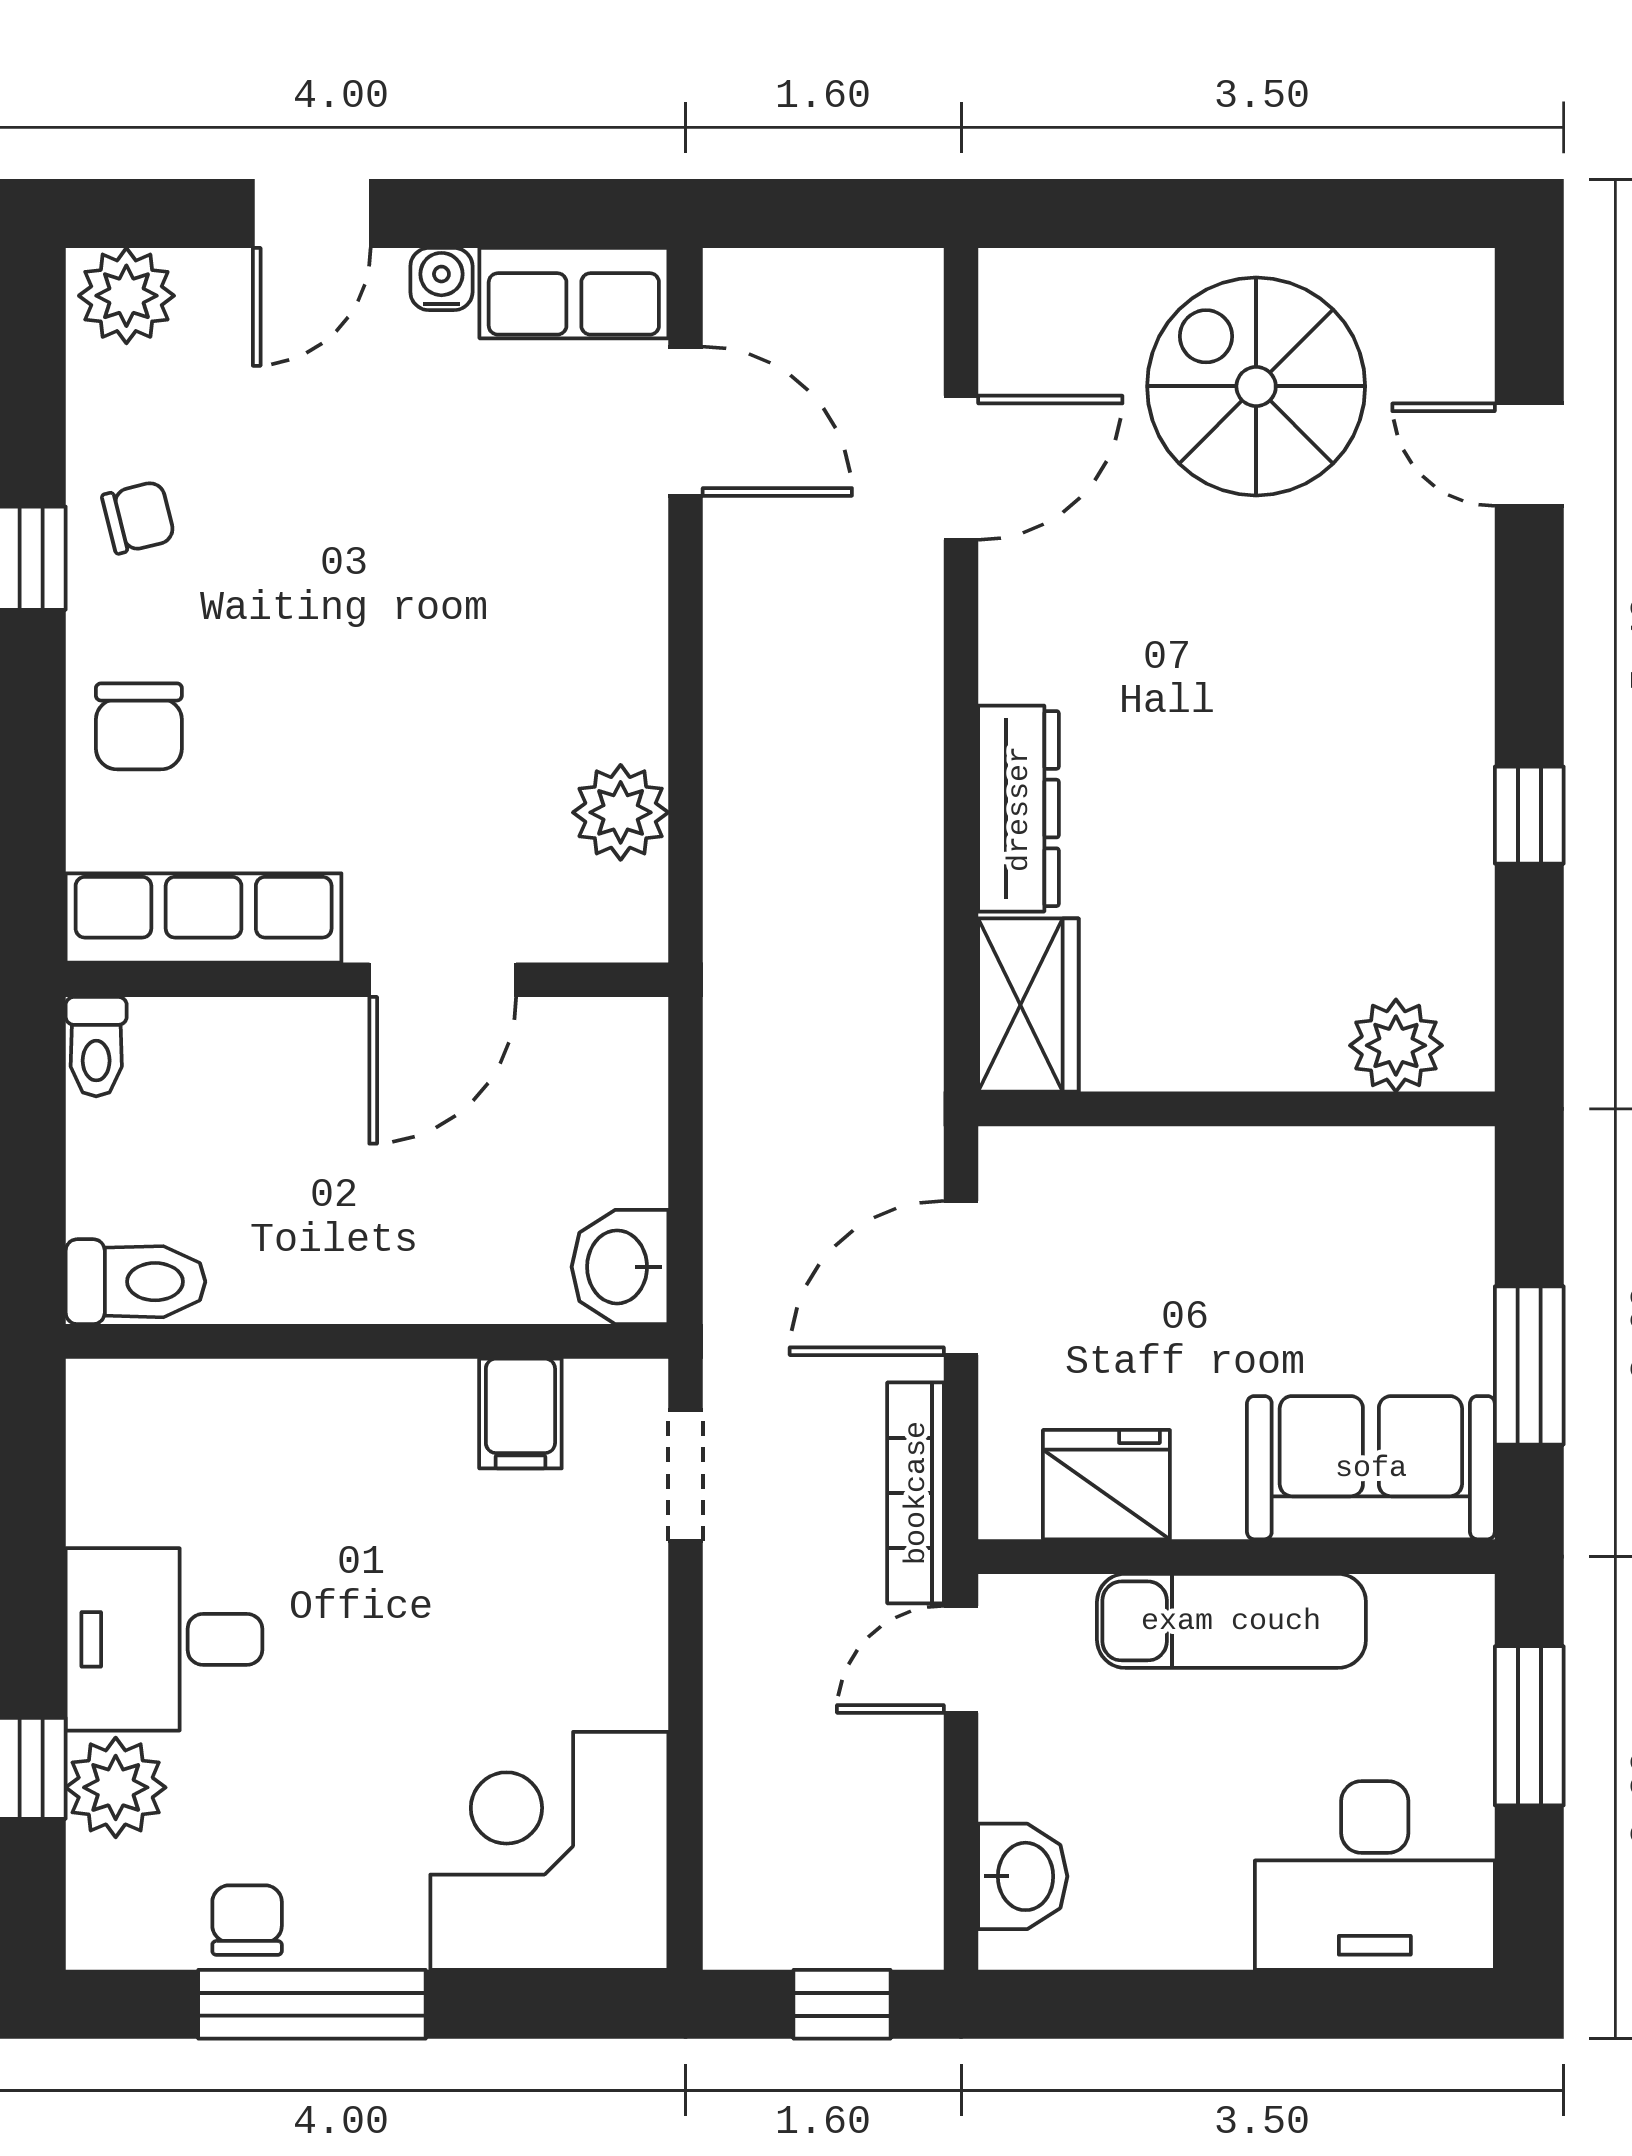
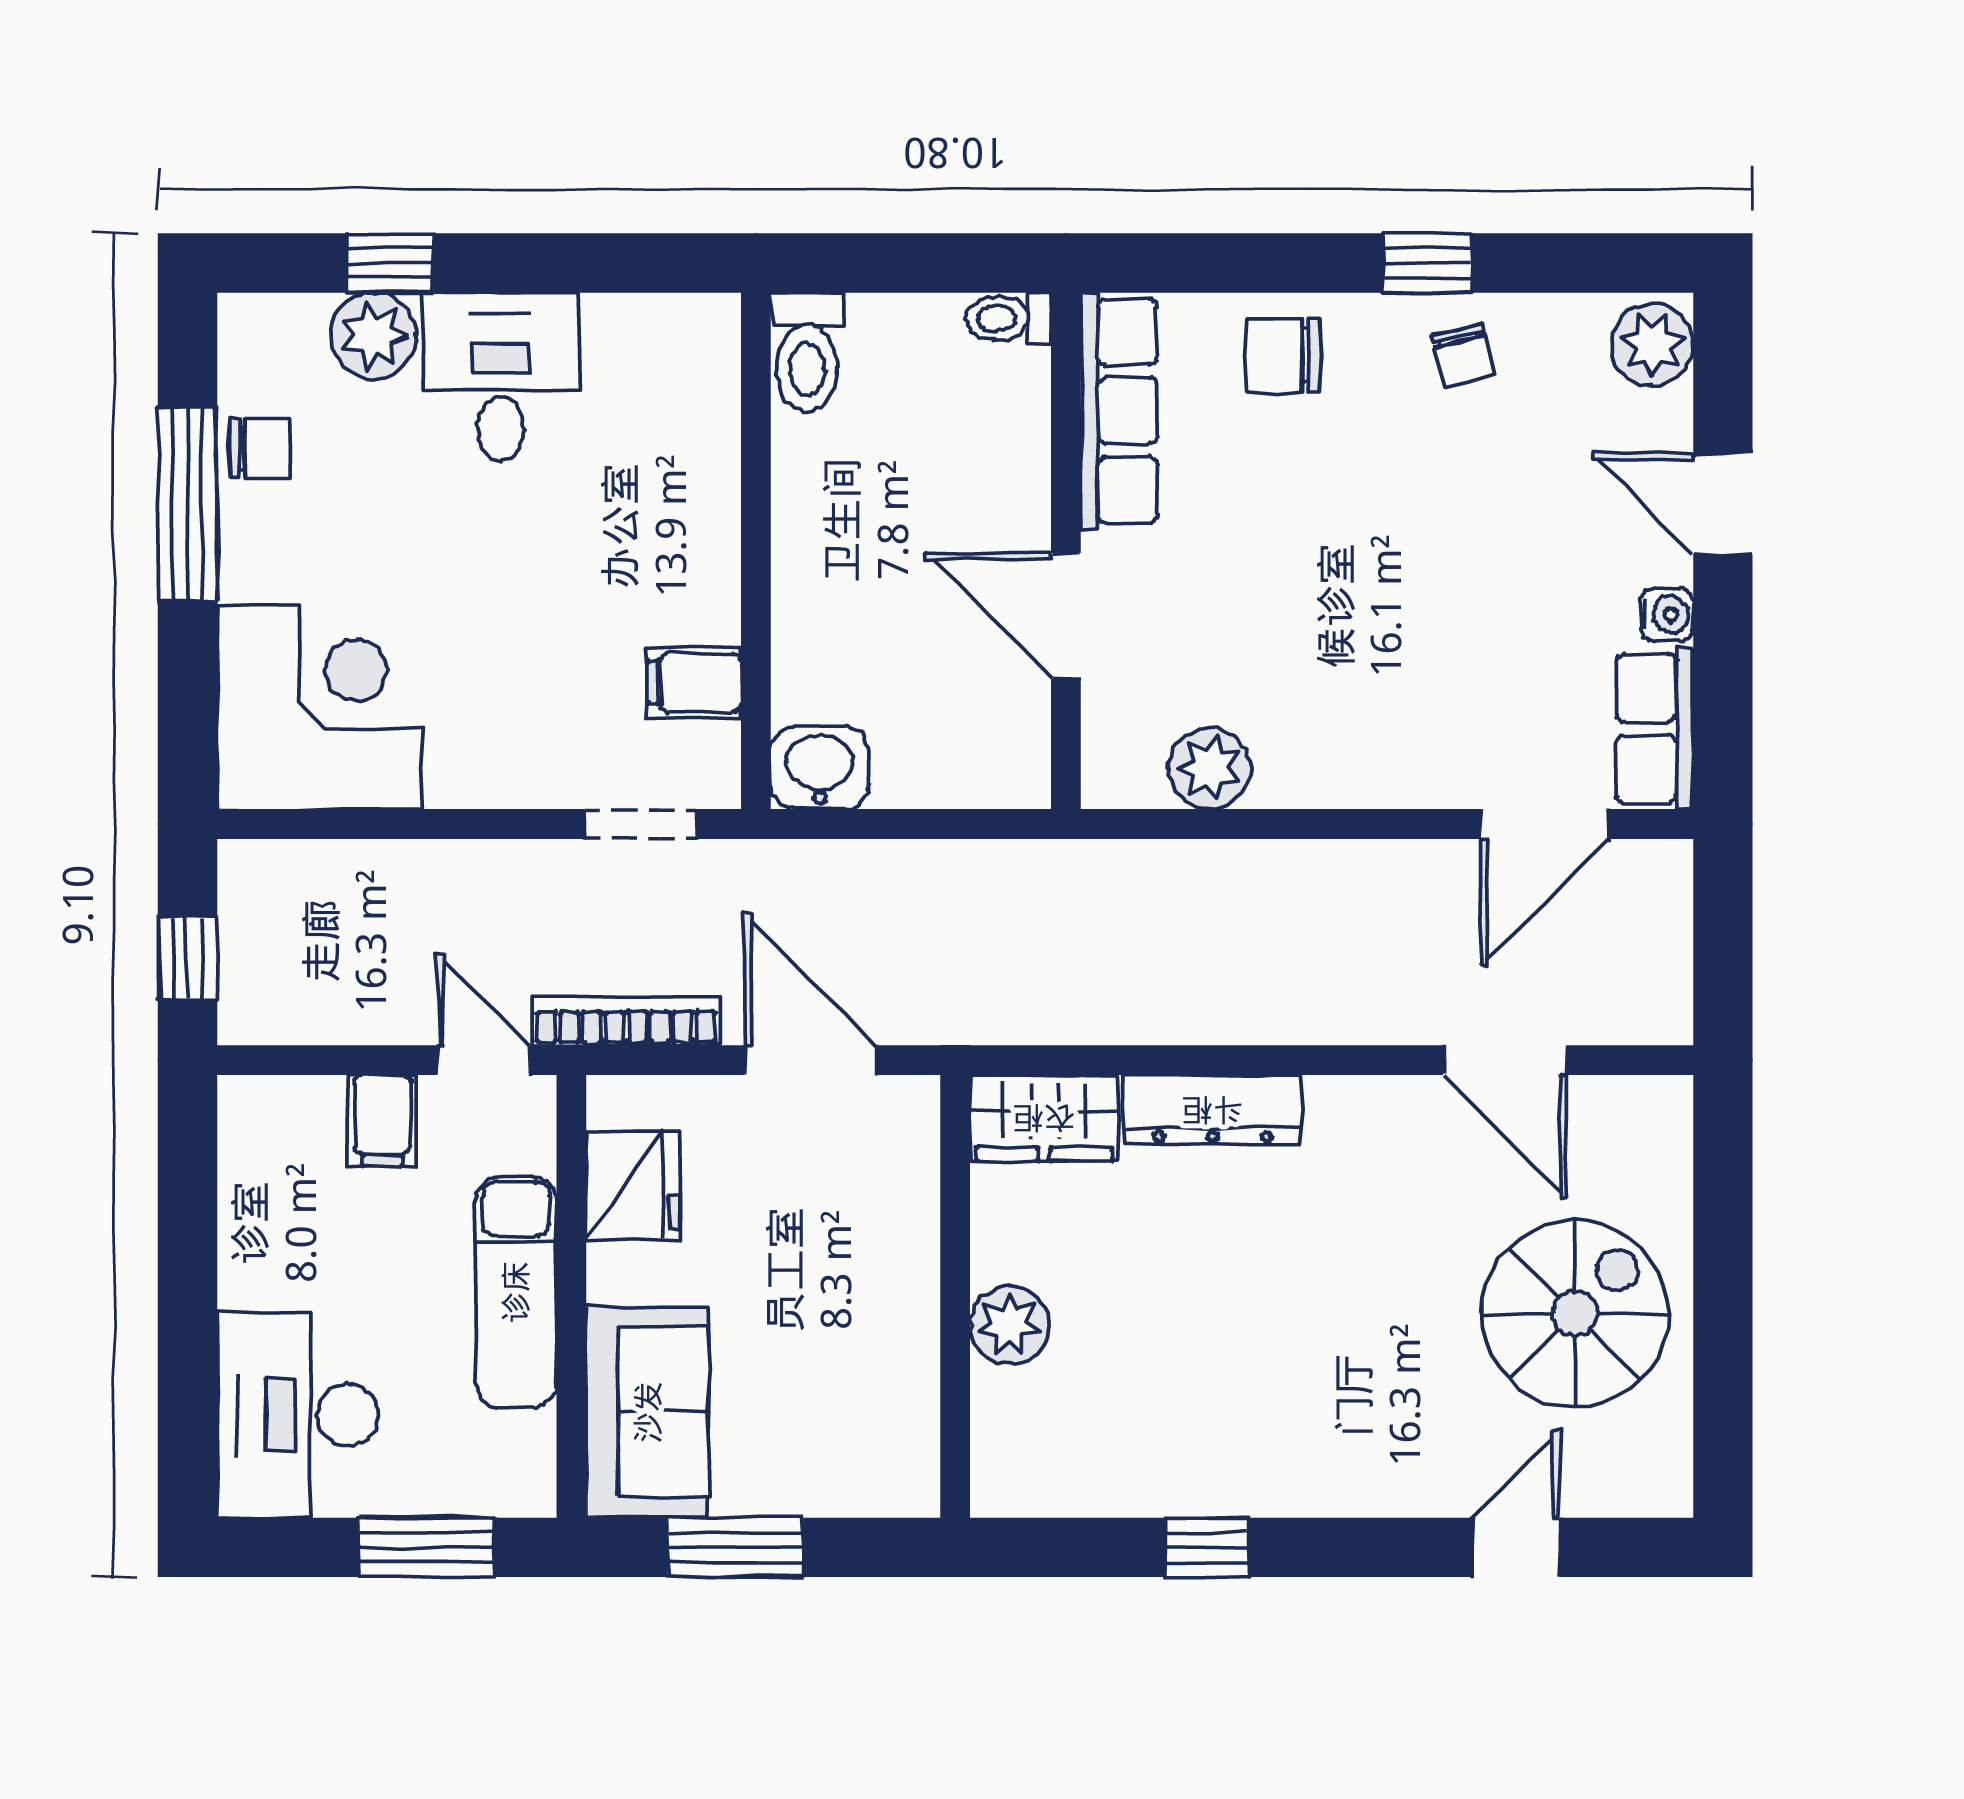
plant: (1396, 1045) -> (1010, 1325), moved
filing cabinet: (1031, 1777) -> (382, 1120), added
washbasin: (1023, 1876) -> (297, 1113), removed

